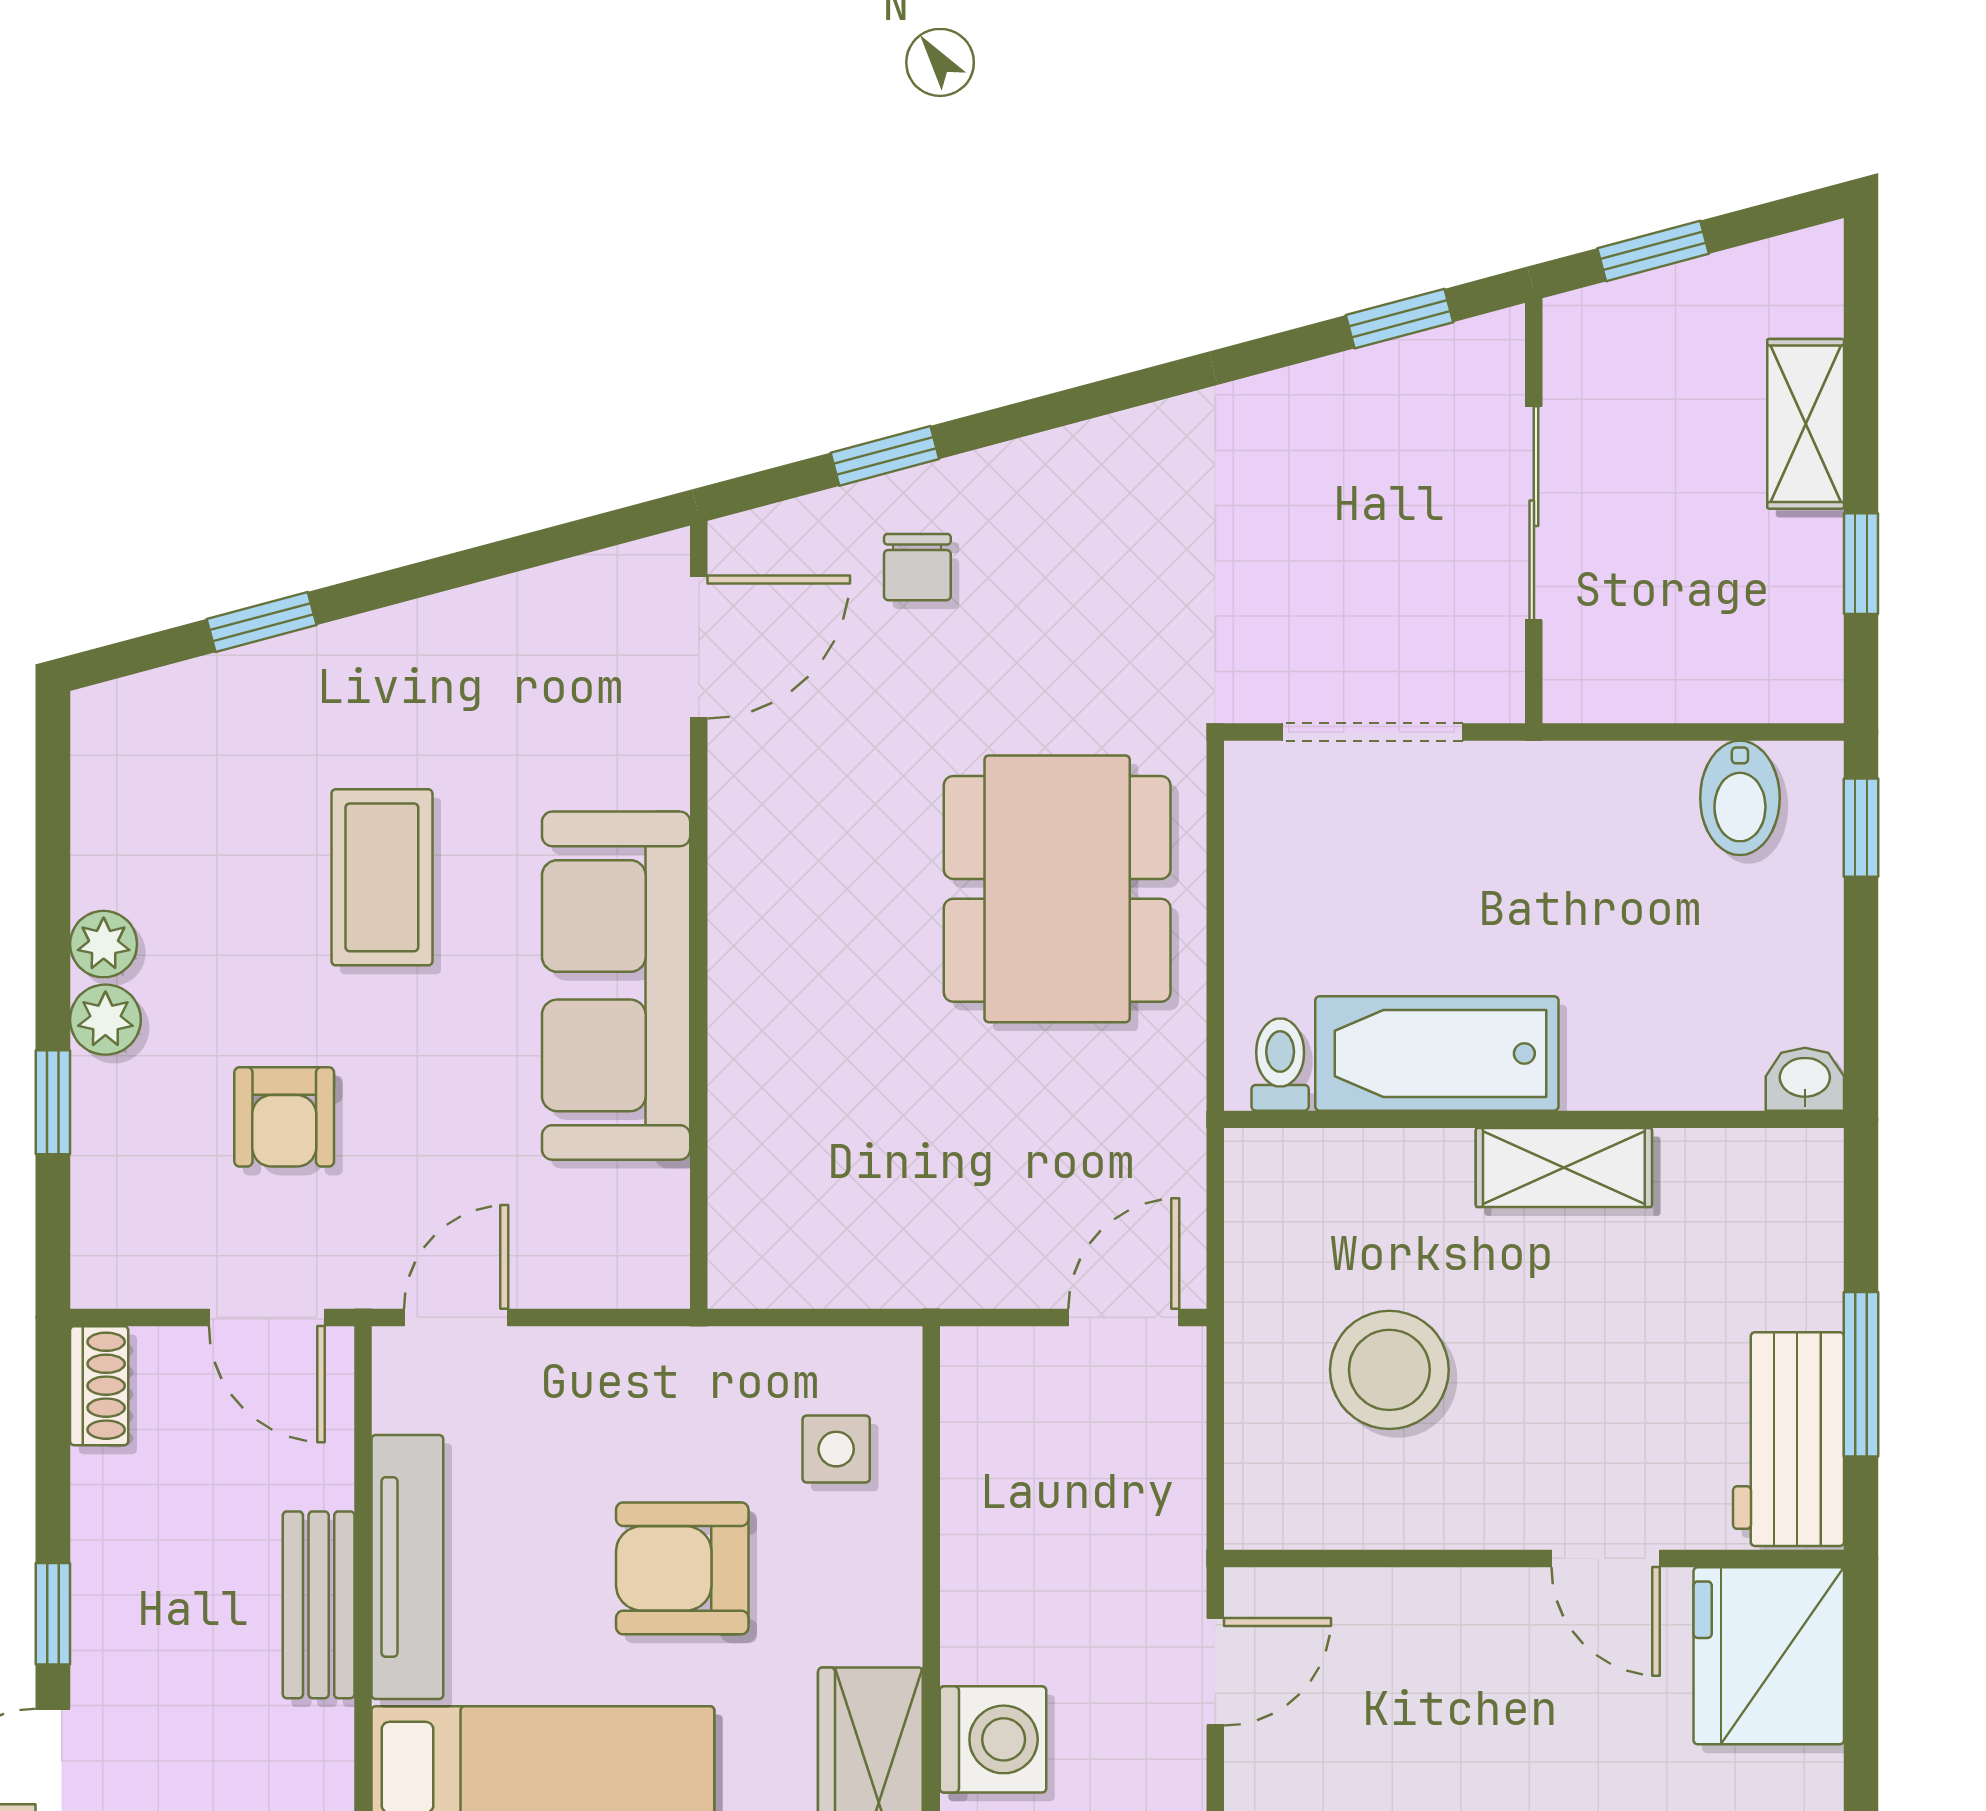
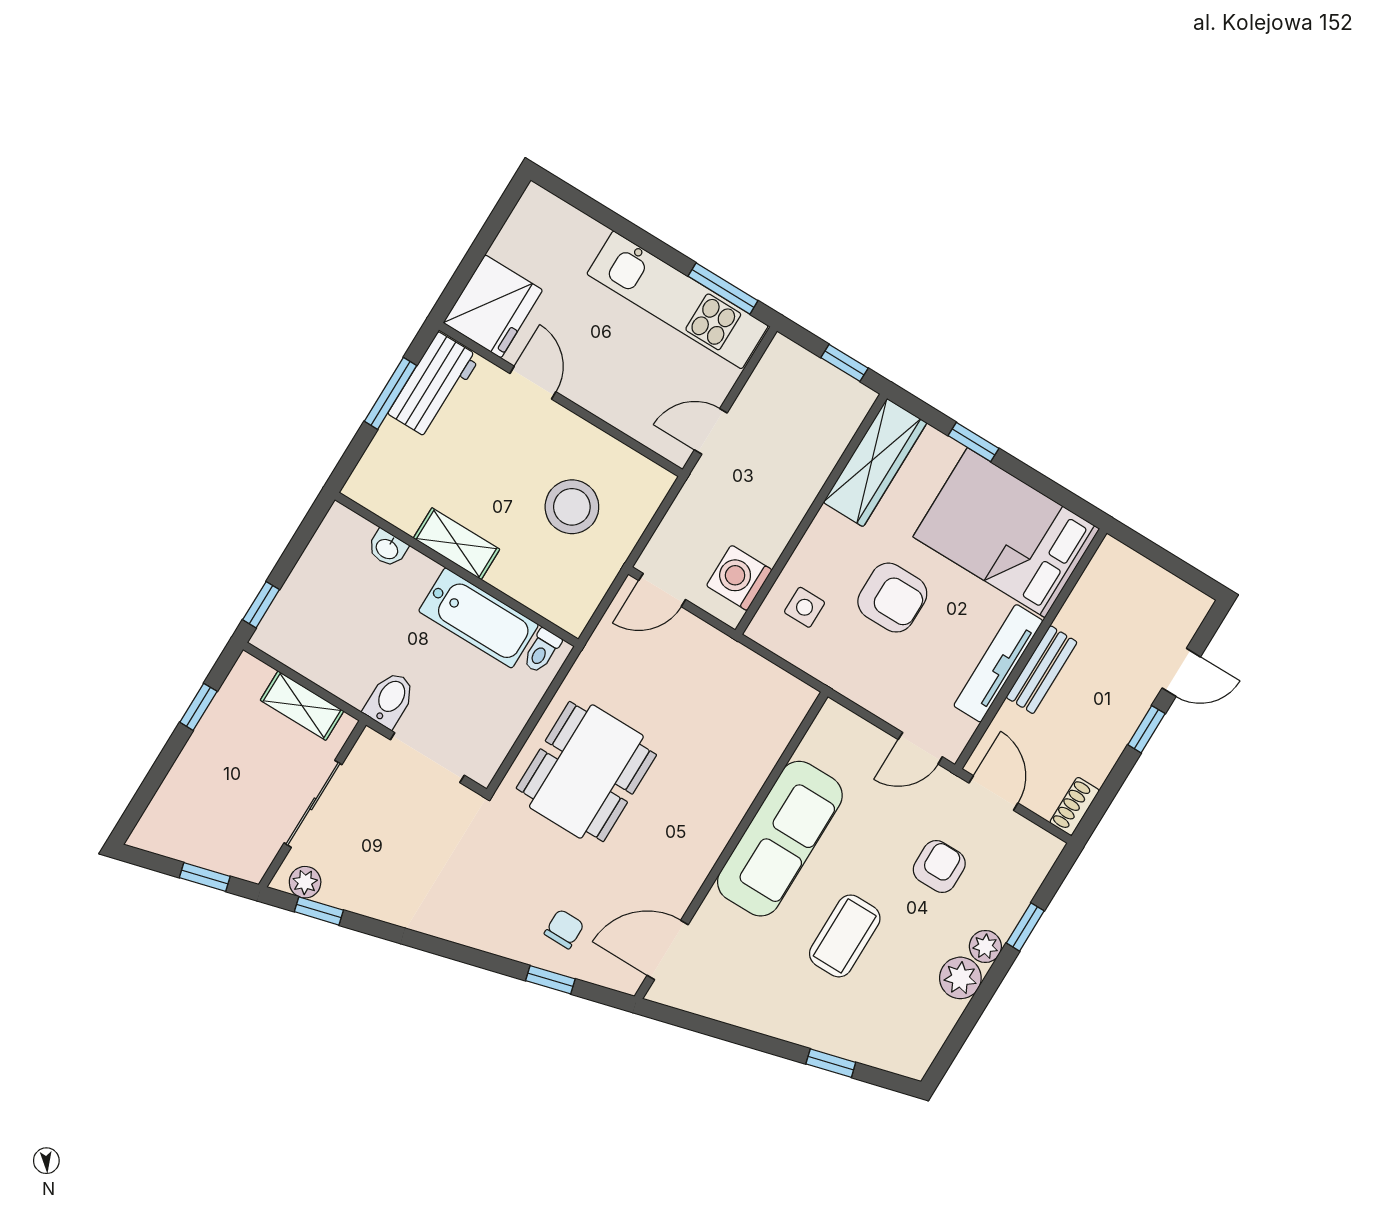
plant: (1459, 357) -> (305, 882), added
shelving: (1806, 424) -> (302, 706), moved, turned 90
bidet: (1740, 798) -> (390, 699), moved
plant: (104, 944) -> (960, 978), width x1.38, depth x1.38
washbasin: (1805, 1079) -> (387, 548), moved
washing machine: (993, 1739) -> (739, 578), moved

